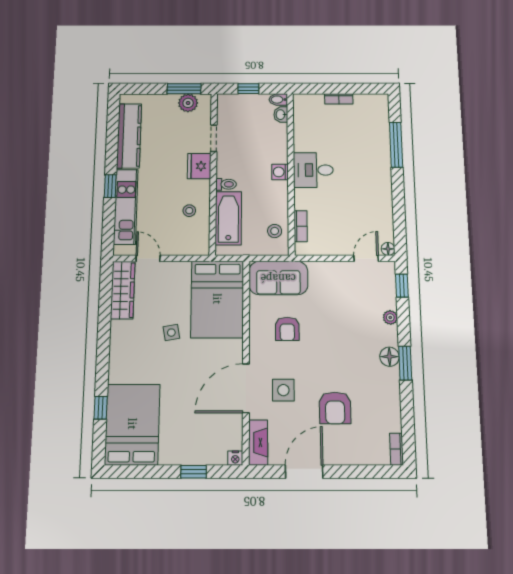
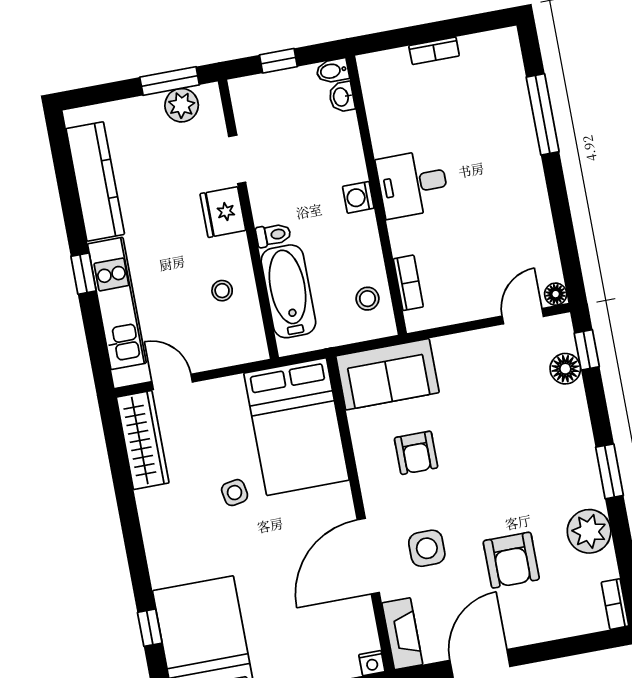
plant: (390, 317) -> (589, 531), moved, width x1.87, depth x1.87
floor lamp: (389, 357) -> (565, 369), moved

